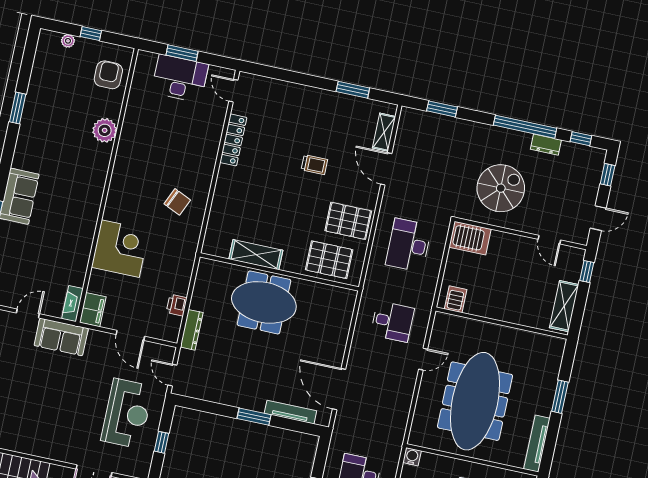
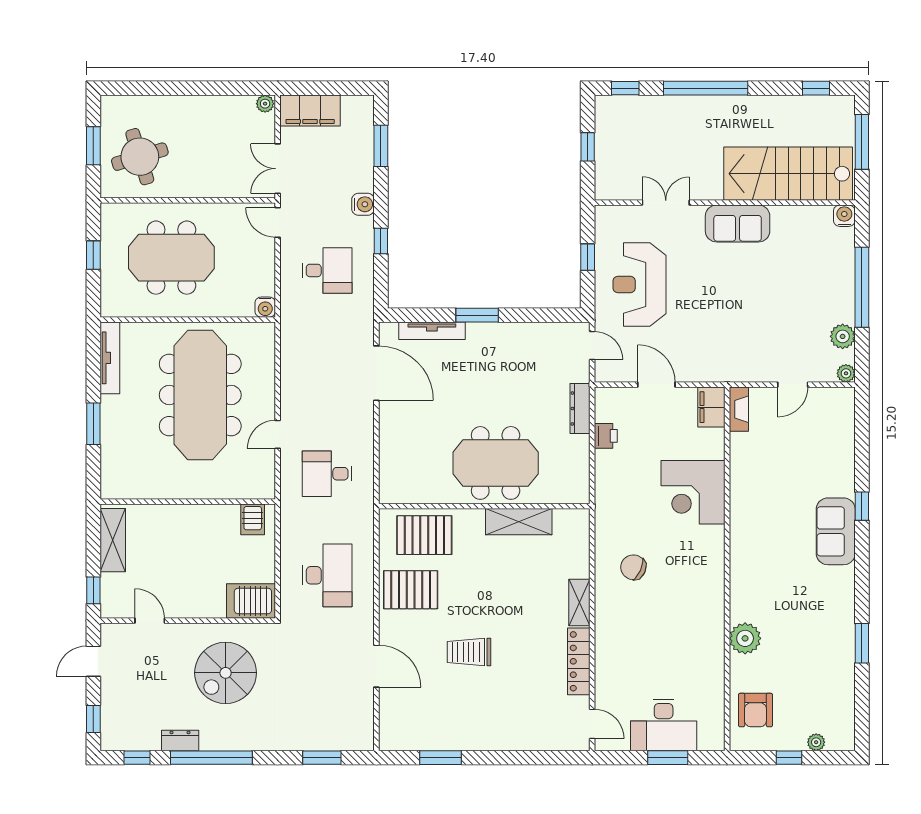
shelving: (384, 132) -> (579, 603), moved
trolley: (314, 165) -> (469, 652), width x1.36, depth x1.39
sofa: (61, 337) -> (738, 224), moved, turned 180

